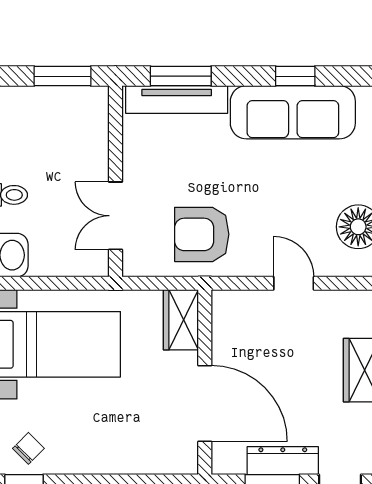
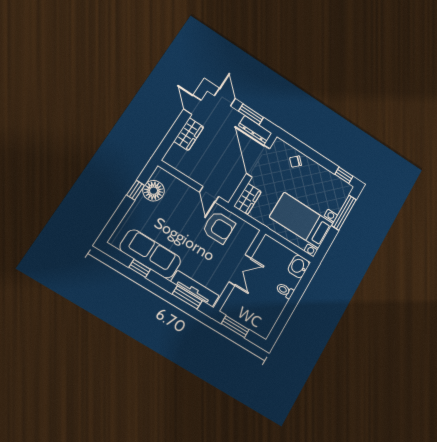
double door: (115, 216) -> (240, 270), moved
door: (294, 283) -> (209, 194), moved
chair: (28, 448) -> (296, 162), moved
dresser: (283, 461) -> (255, 129), moved

